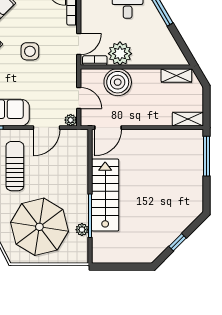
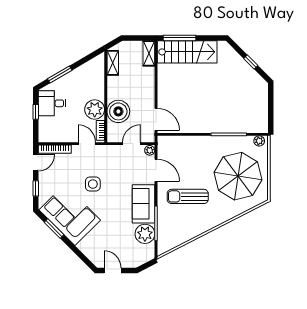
stairs: (105, 195) -> (187, 52), moved, turned 180
plant: (82, 230) -> (259, 141), moved

